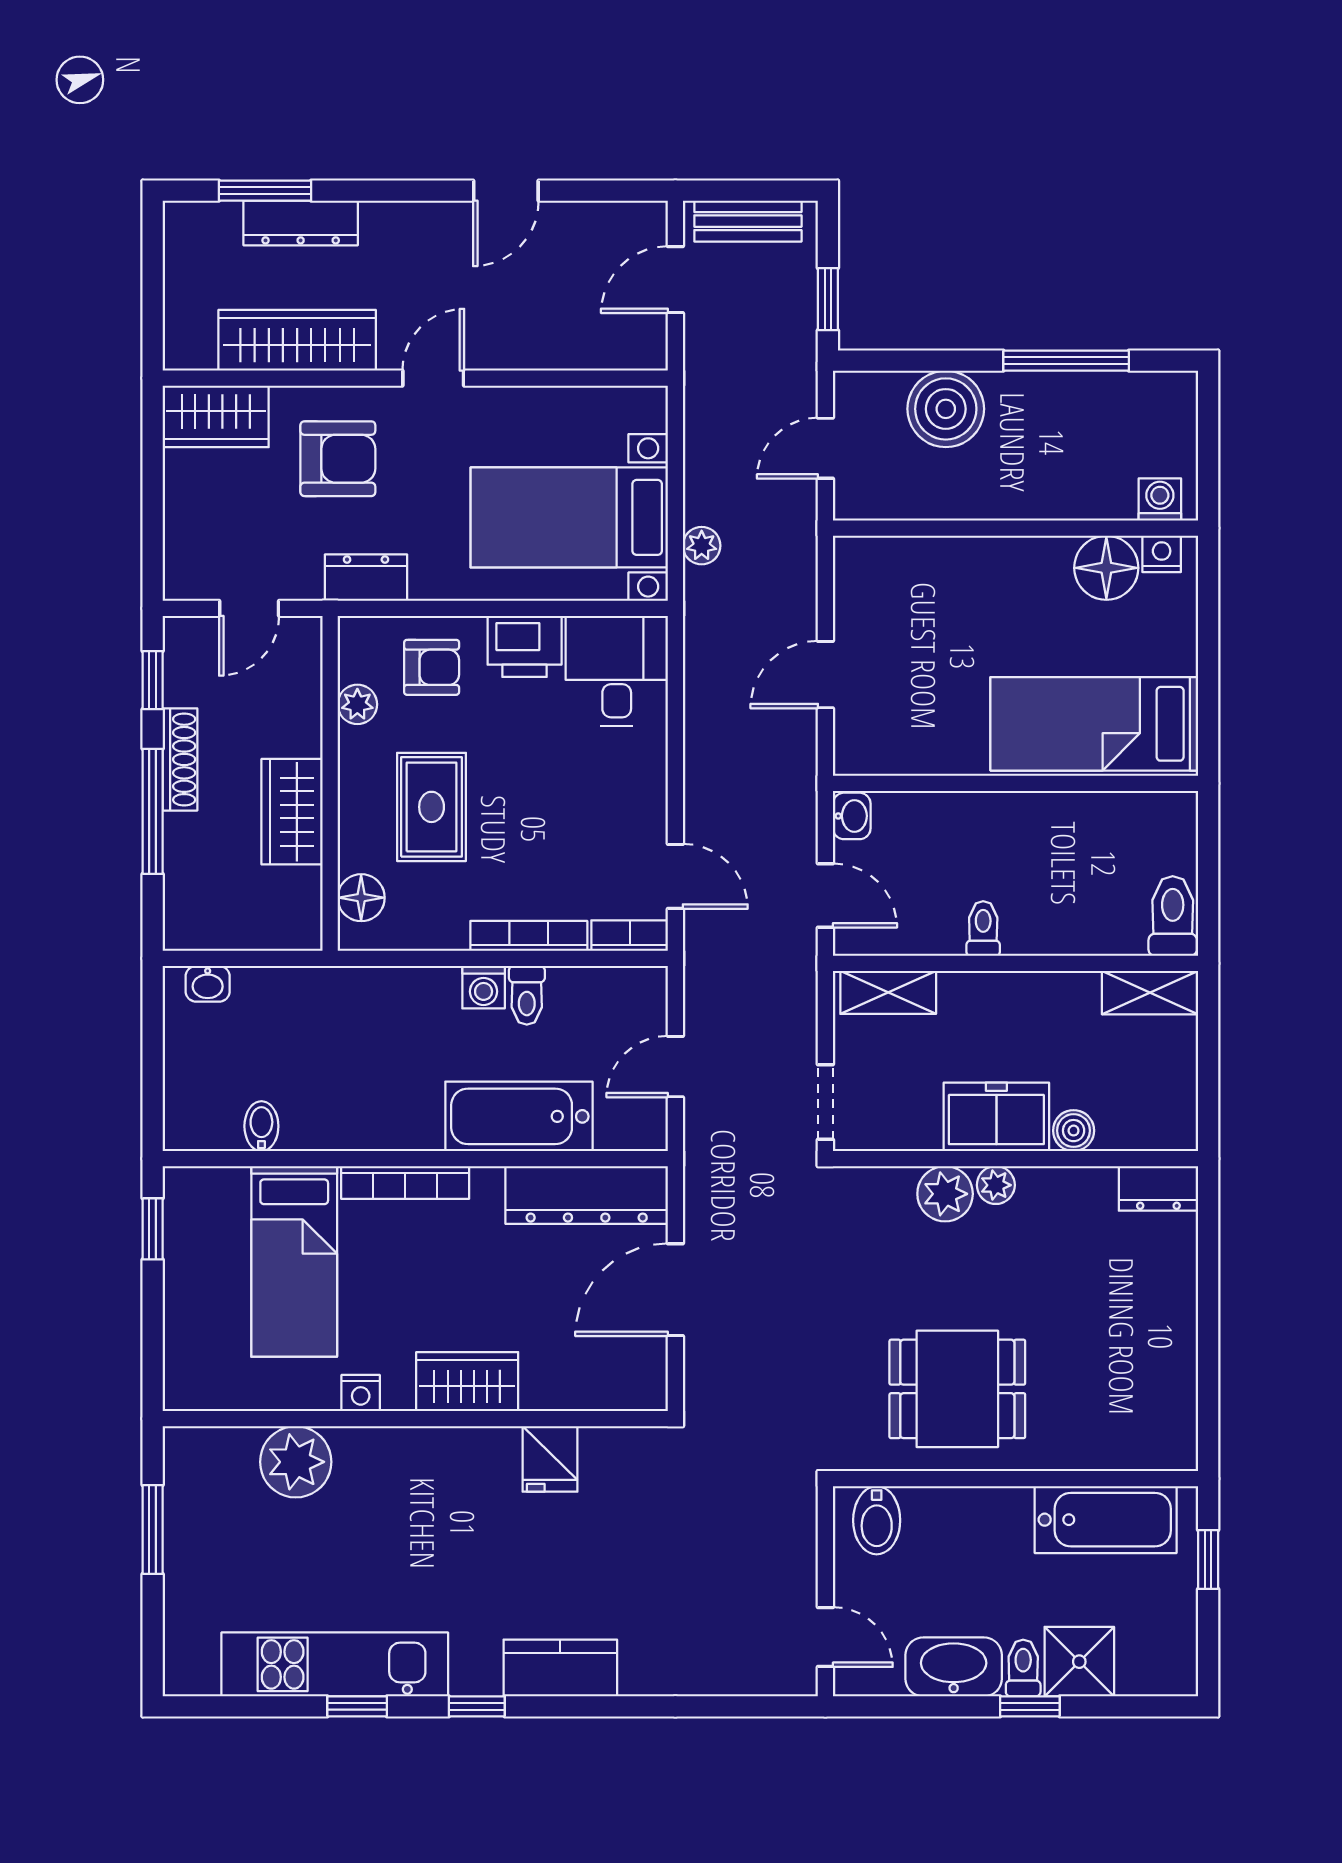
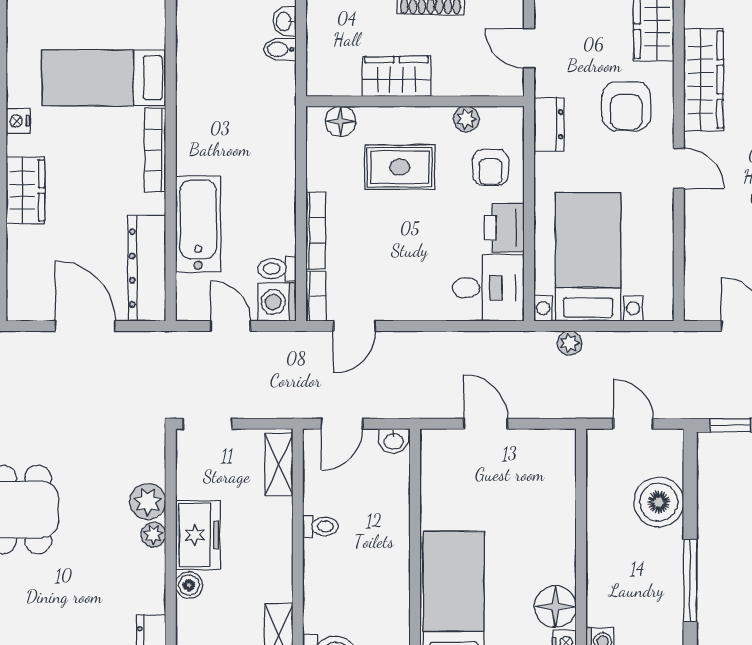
washing machine: (484, 987) -> (277, 302), moved, width x1.38, depth x1.38
toilet: (527, 995) -> (277, 269), moved
bidet: (261, 1126) -> (280, 49), moved, turned 180

